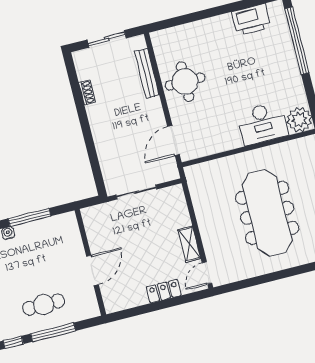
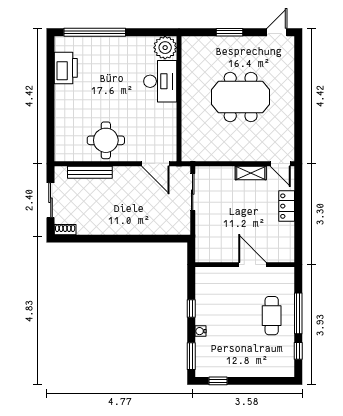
shoe rack: (87, 92) -> (65, 230), moved
sliding door: (136, 192) -> (193, 192), moved
meeting table: (267, 213) -> (241, 97), width x0.73
window: (29, 217) -> (191, 309), width x0.46

